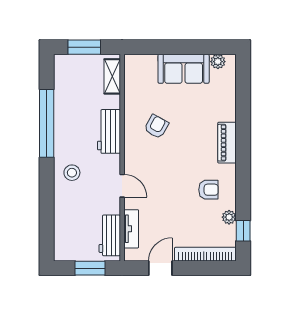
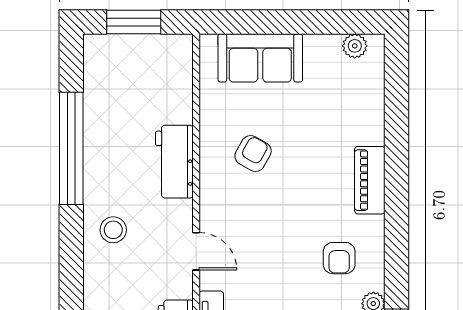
sofa: (184, 69) -> (260, 58), moved
shelving: (112, 76) -> (180, 70), removed
armchair: (208, 190) -> (339, 258), turned 90

